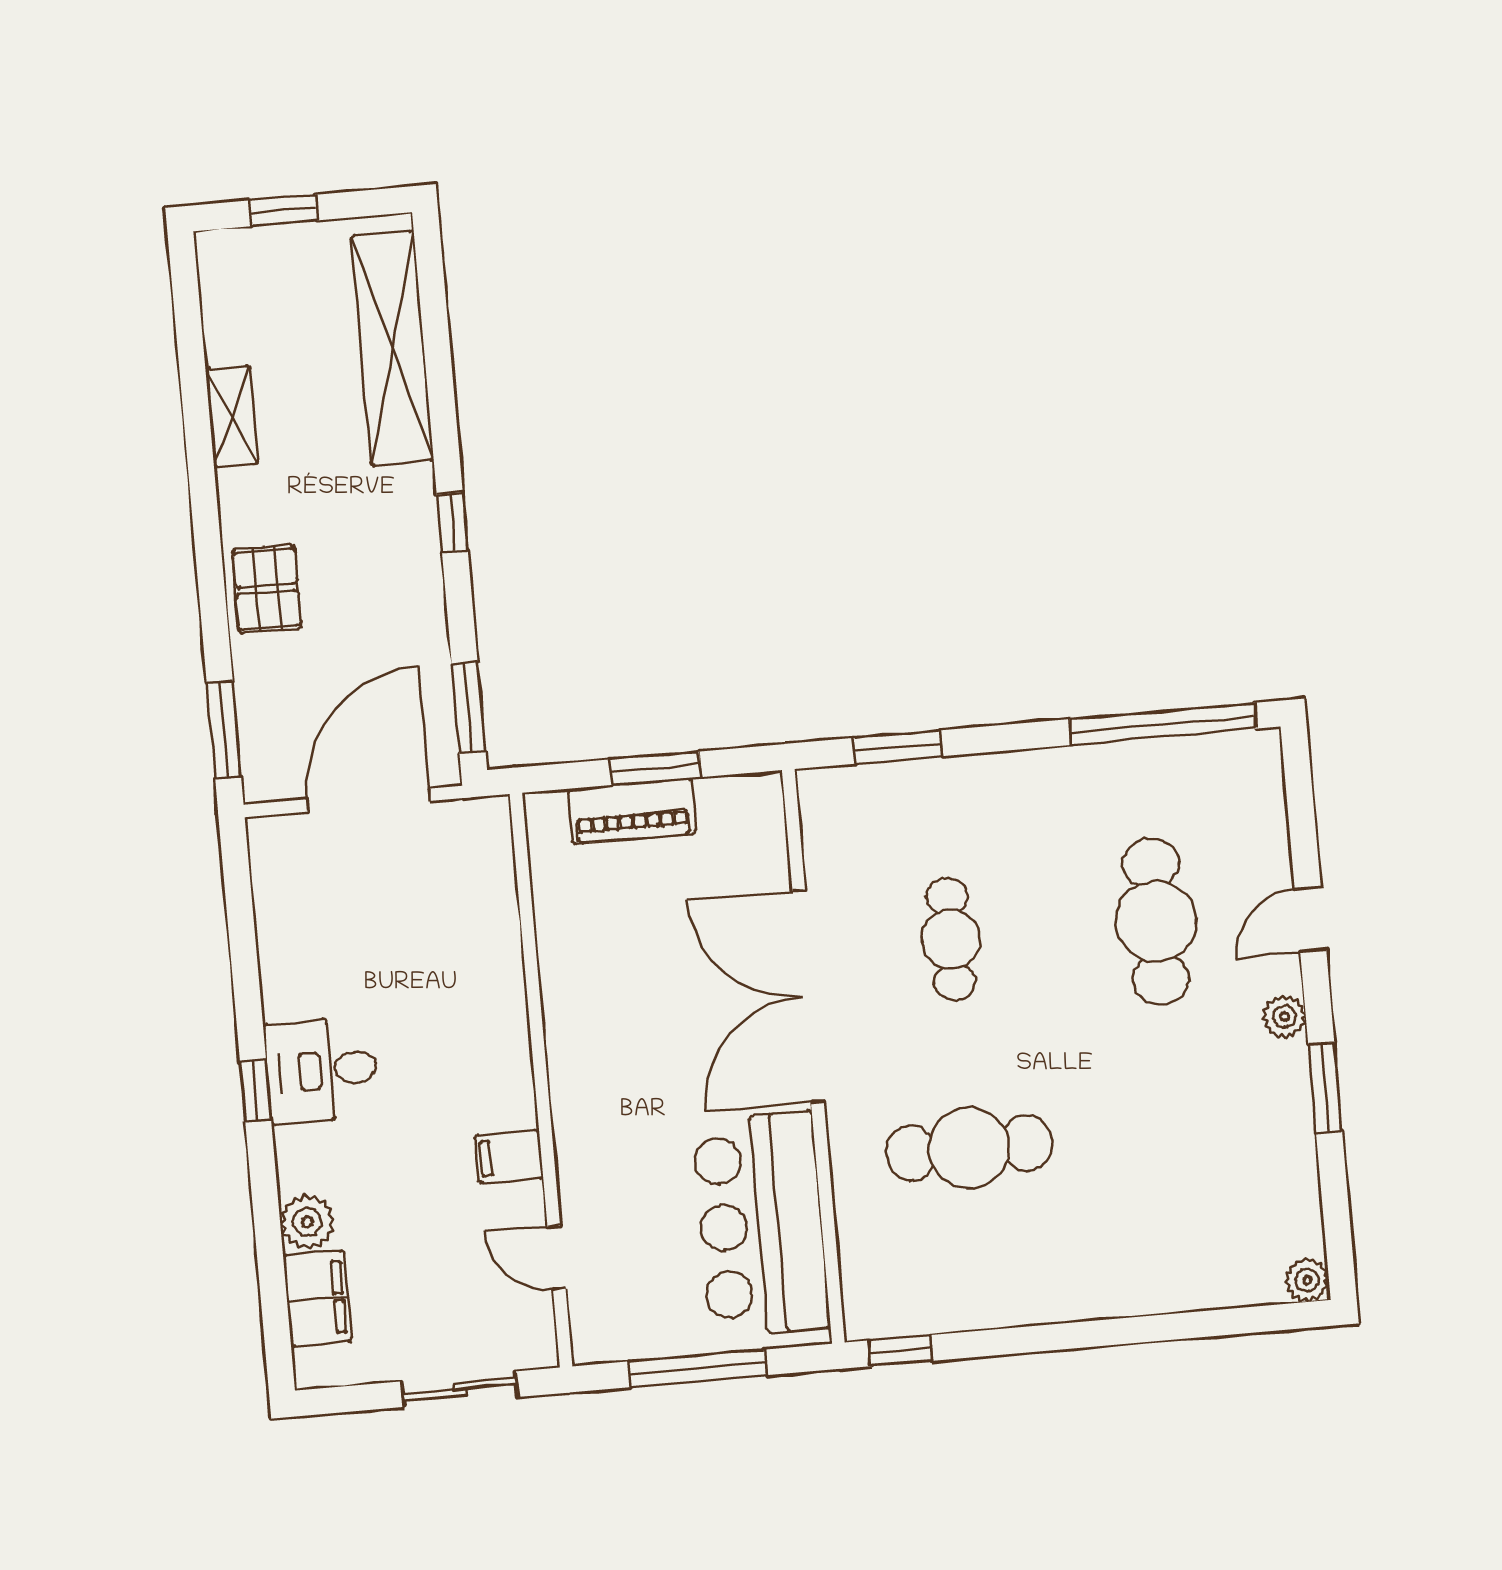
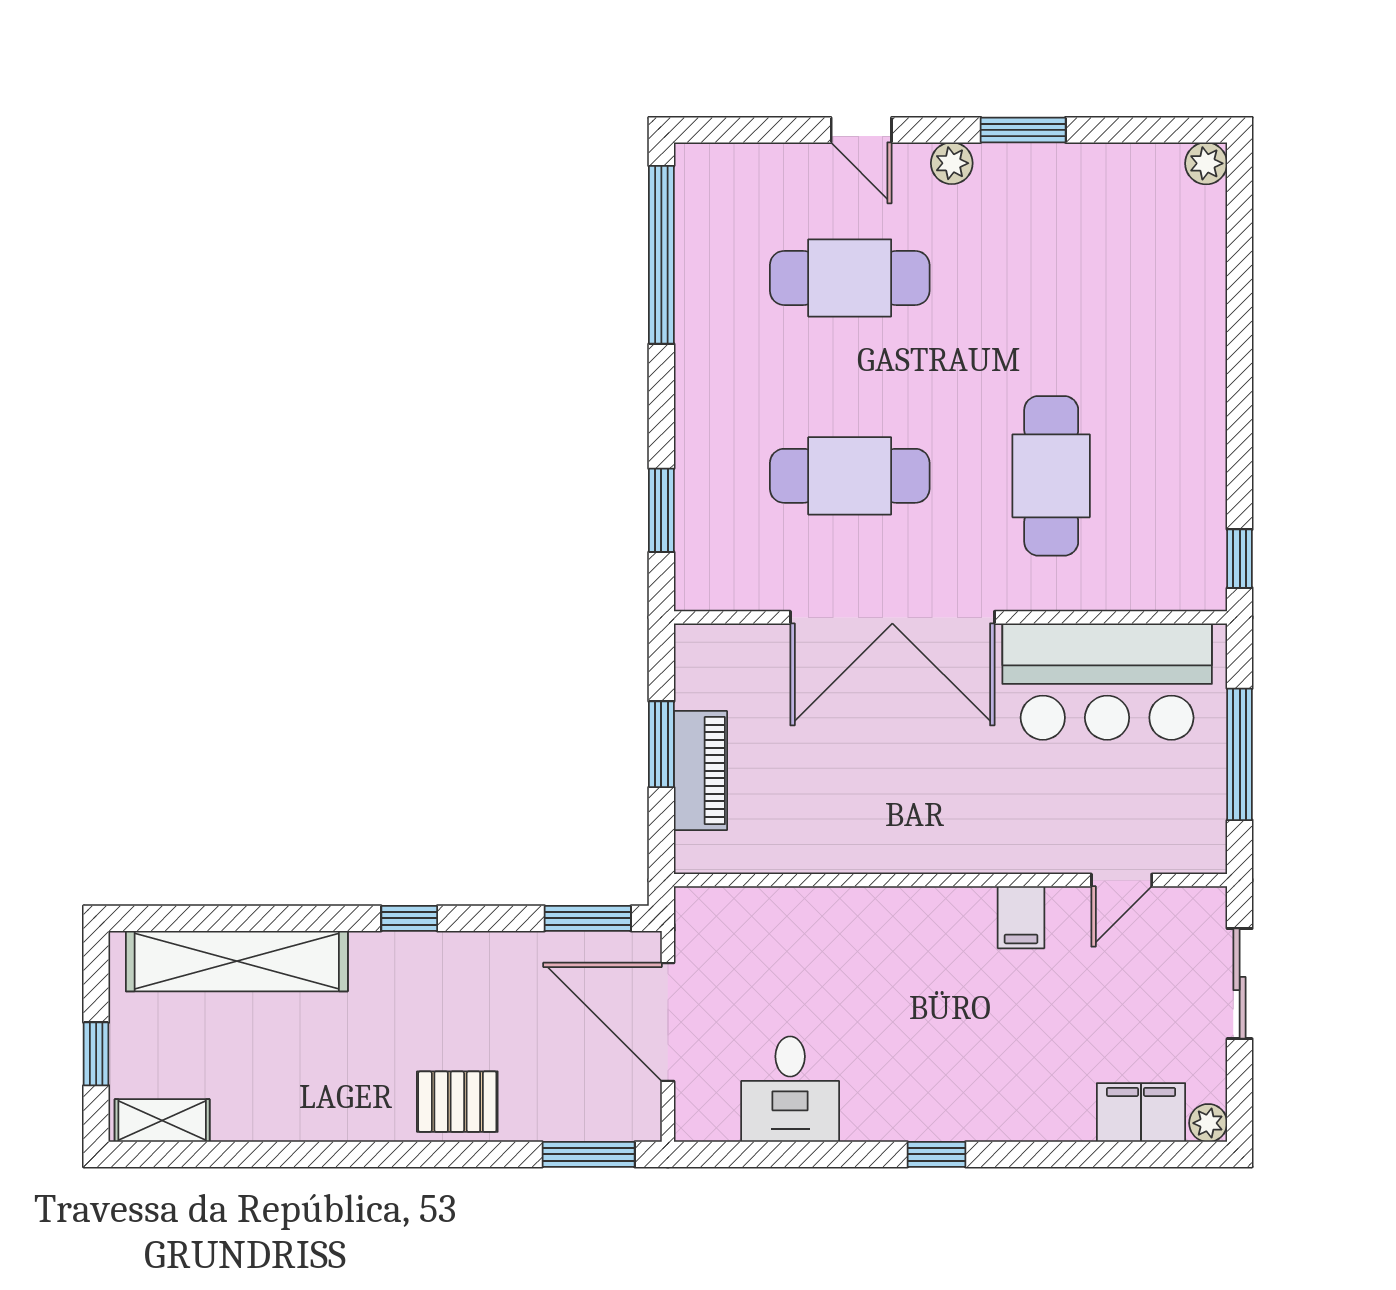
shelving: (232, 416) -> (162, 1121), moved
cafe table: (951, 939) -> (850, 476), width x1.37, depth x1.35
desk: (322, 1070) -> (790, 1089), moved
plant: (307, 1222) -> (1208, 1123), moved, width x0.73, depth x0.73

